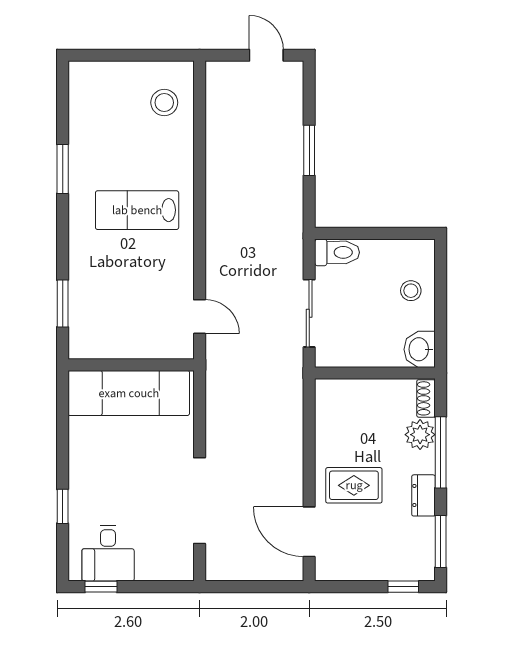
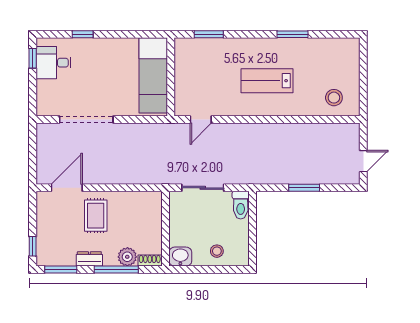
lab bench: (137, 210) -> (267, 81), turned -90

